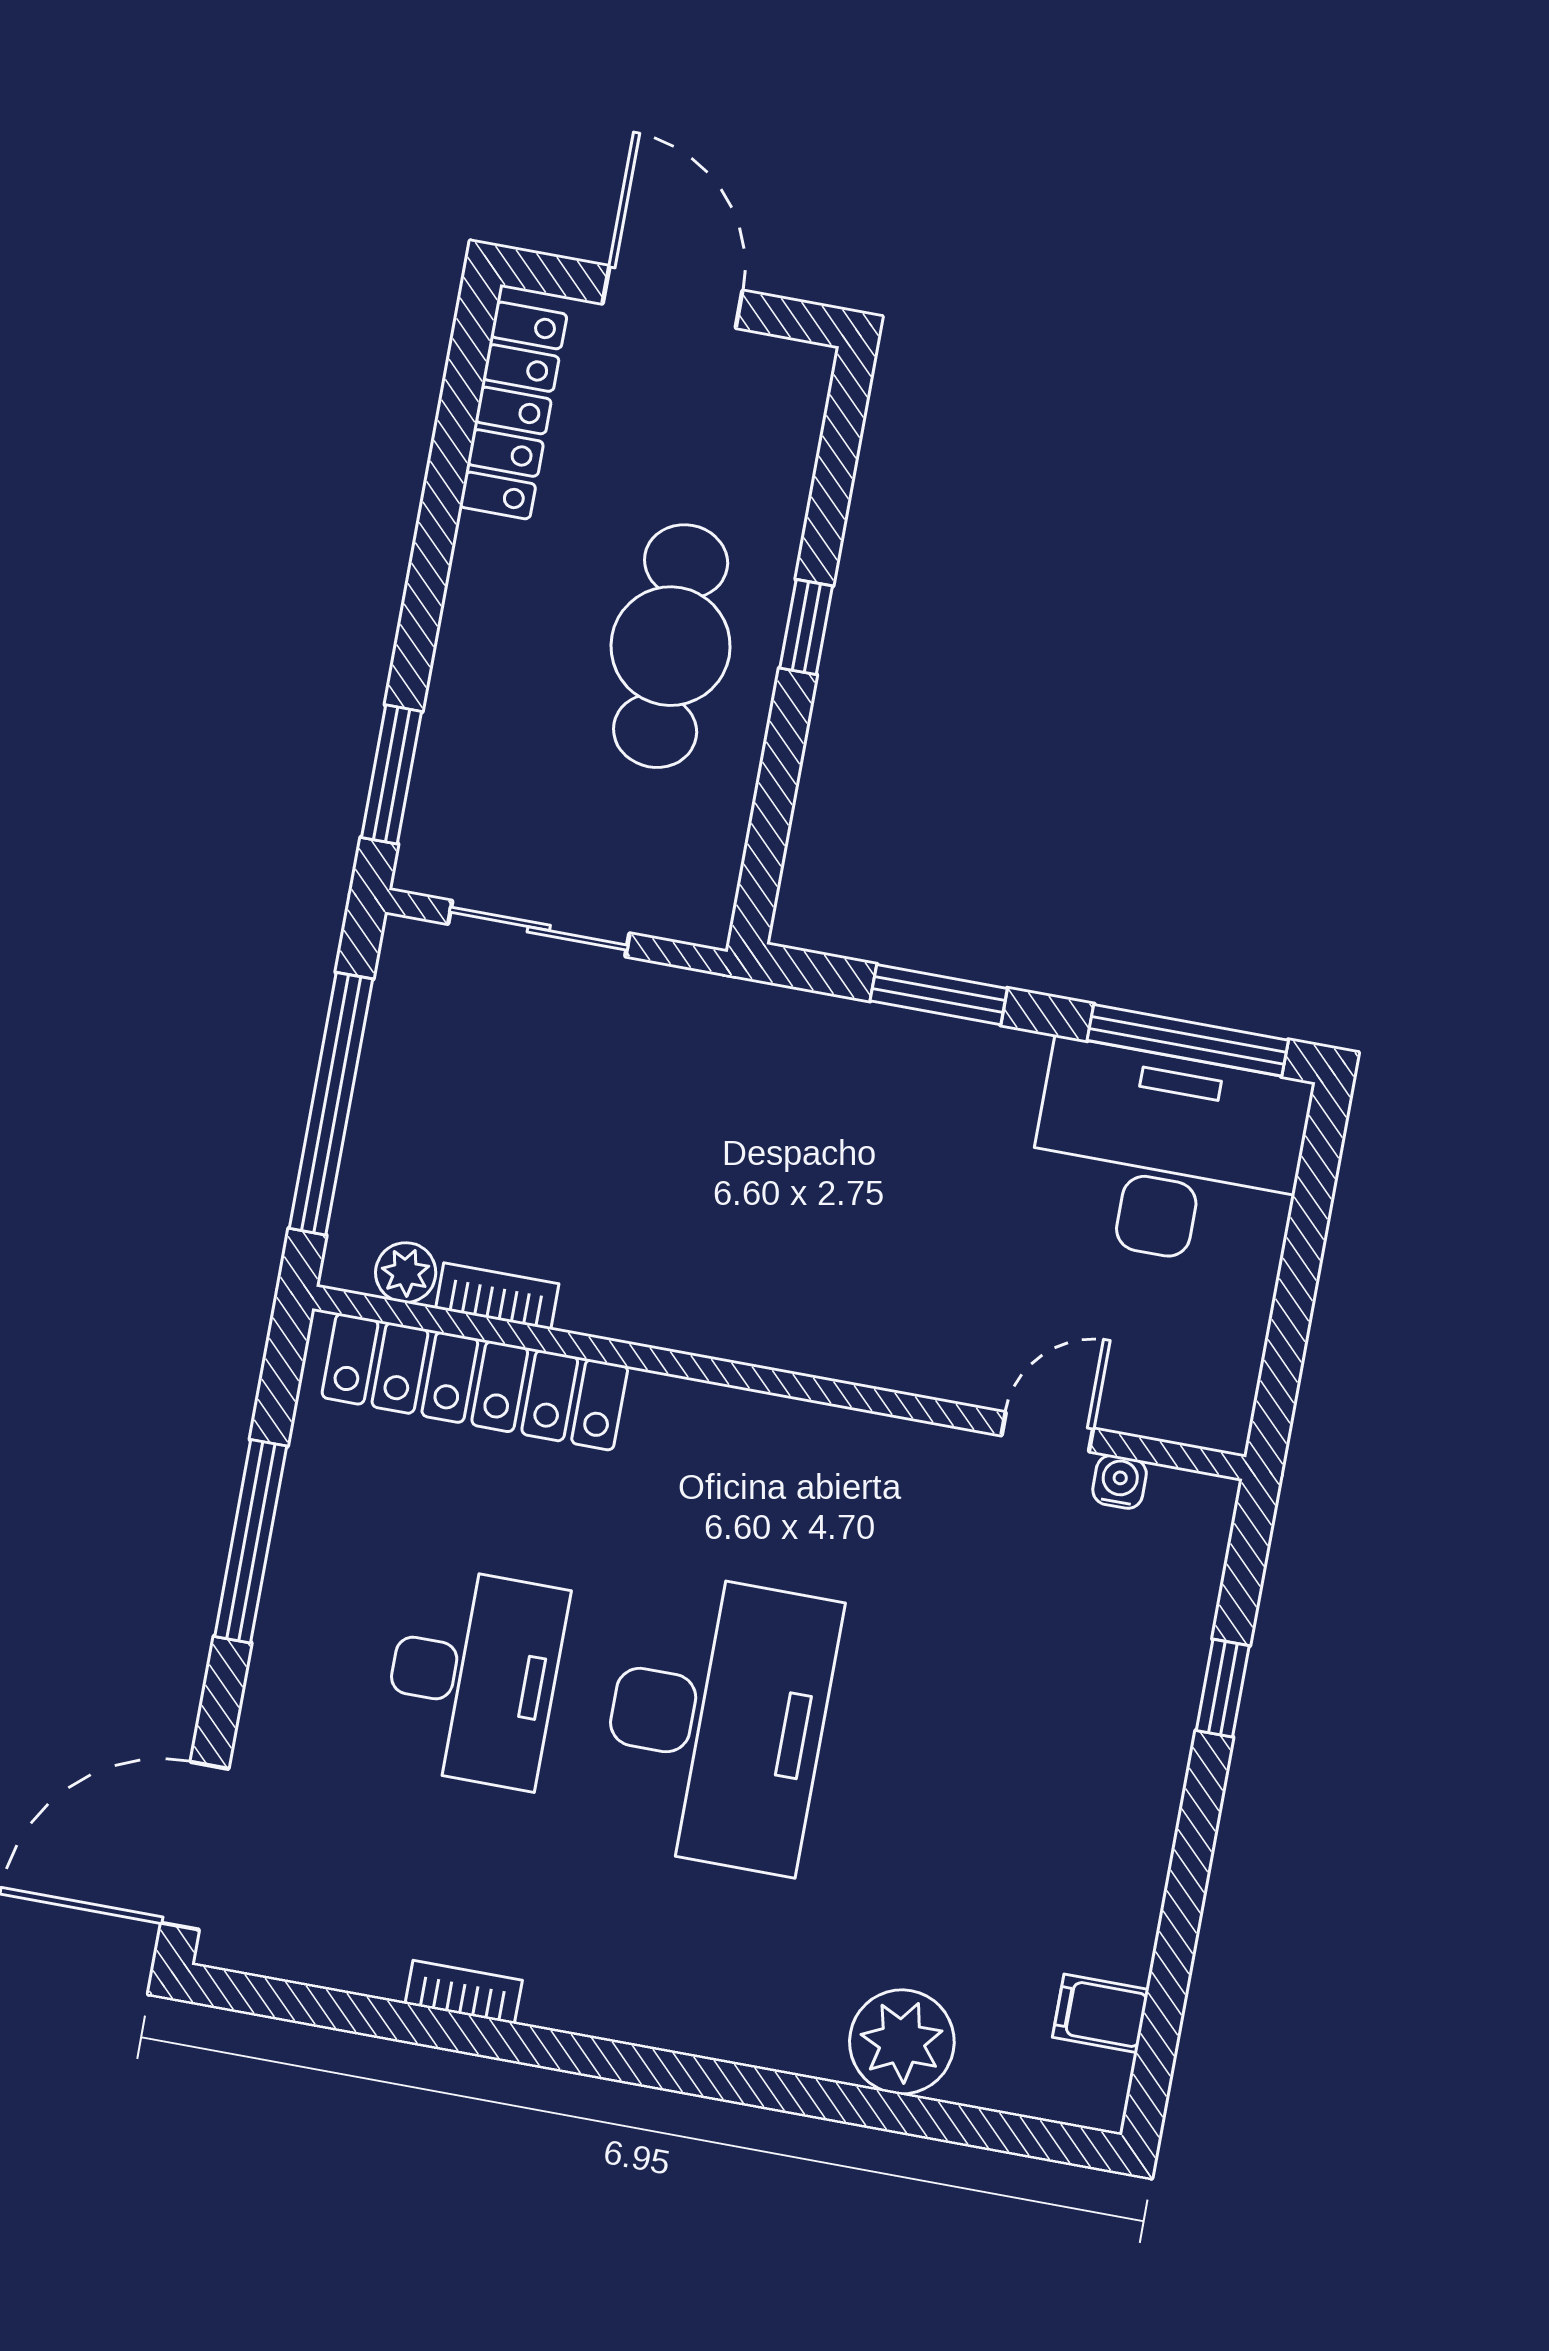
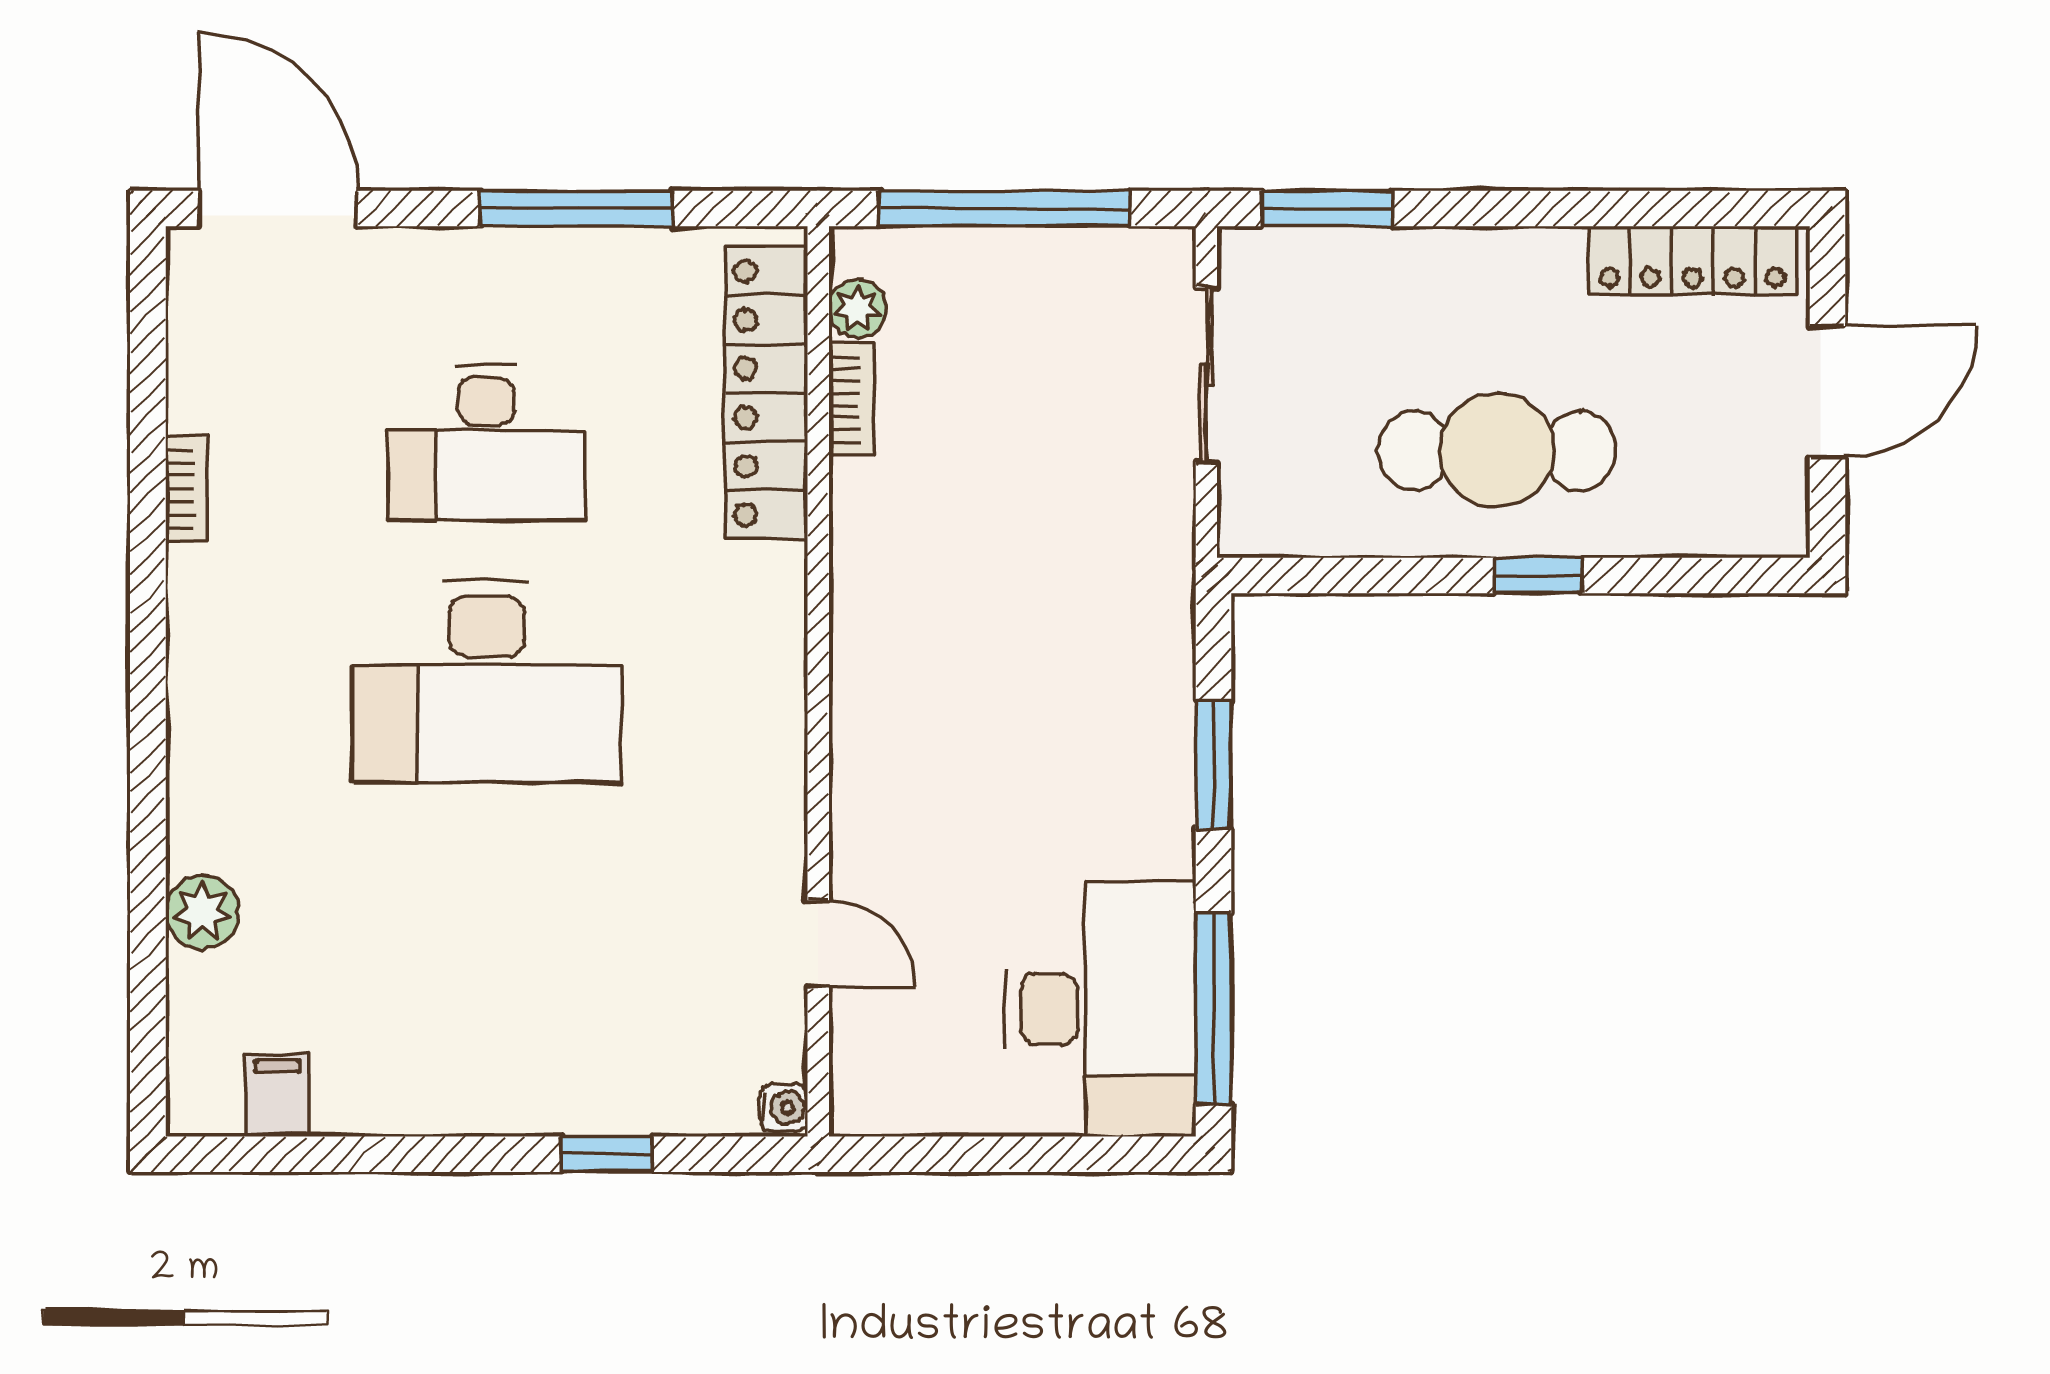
water cooler: (1120, 1482) -> (784, 1108), moved
plant: (902, 2042) -> (202, 912), width x0.73, depth x0.73

